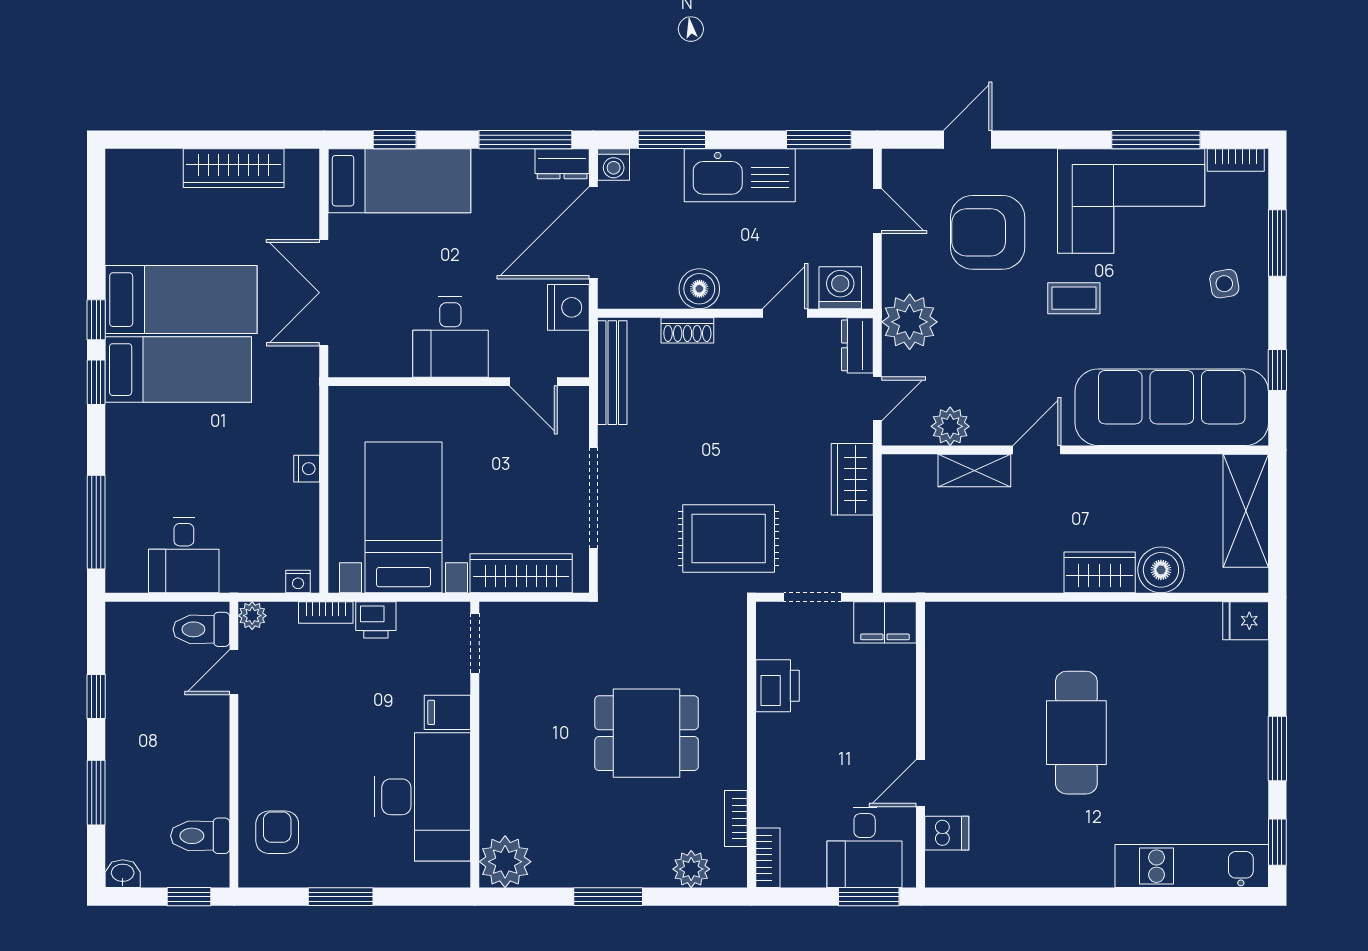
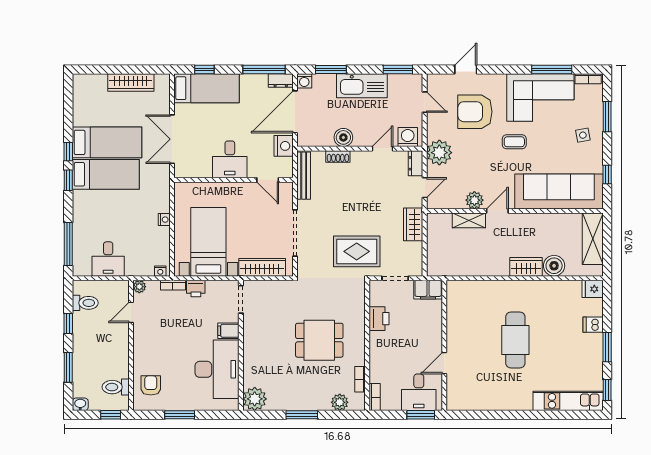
plant: (950, 426) -> (474, 200), moved
toilet: (201, 629) -> (85, 303), moved, turned 180
dishwasher: (947, 833) -> (593, 325), moved, turned 180

